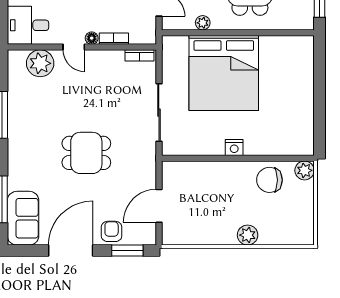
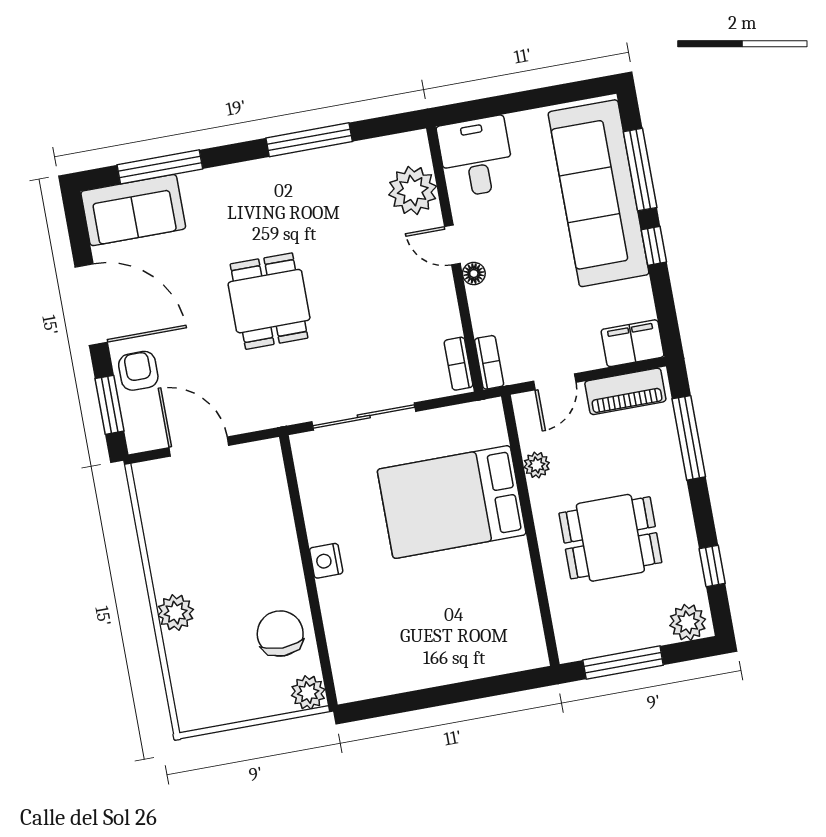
bookcase: (114, 39) -> (489, 362), moved
door: (74, 47) -> (452, 245), hinge flipped
bed: (224, 73) -> (452, 502), width x0.73
armchair: (112, 231) -> (138, 371), turned -90

